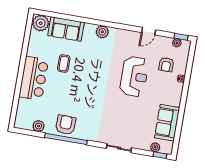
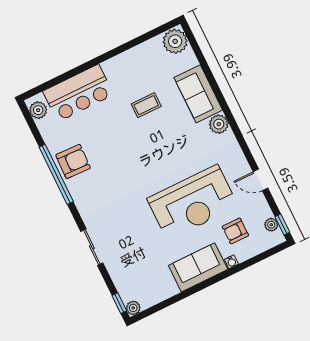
sofa: (66, 29) -> (198, 94), moved
reception desk: (134, 76) -> (193, 202), width x1.36, depth x1.30
bar counter: (34, 78) -> (78, 93), moved
sofa: (167, 123) -> (198, 267), moved
plant: (38, 126) -> (38, 110), moved
plant: (155, 147) -> (133, 308), moved

